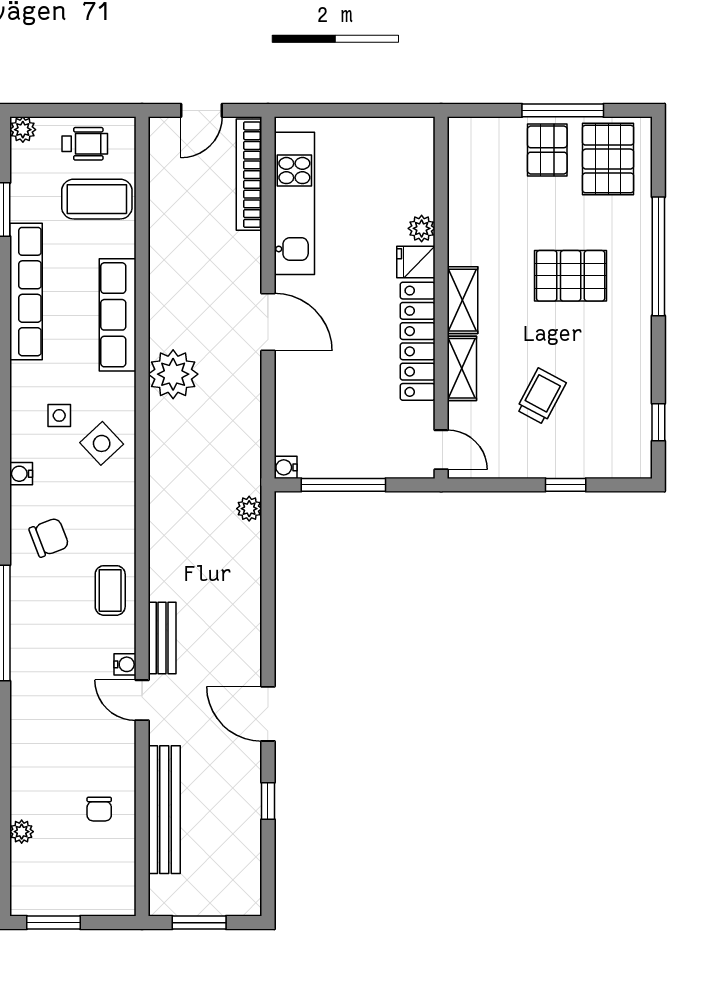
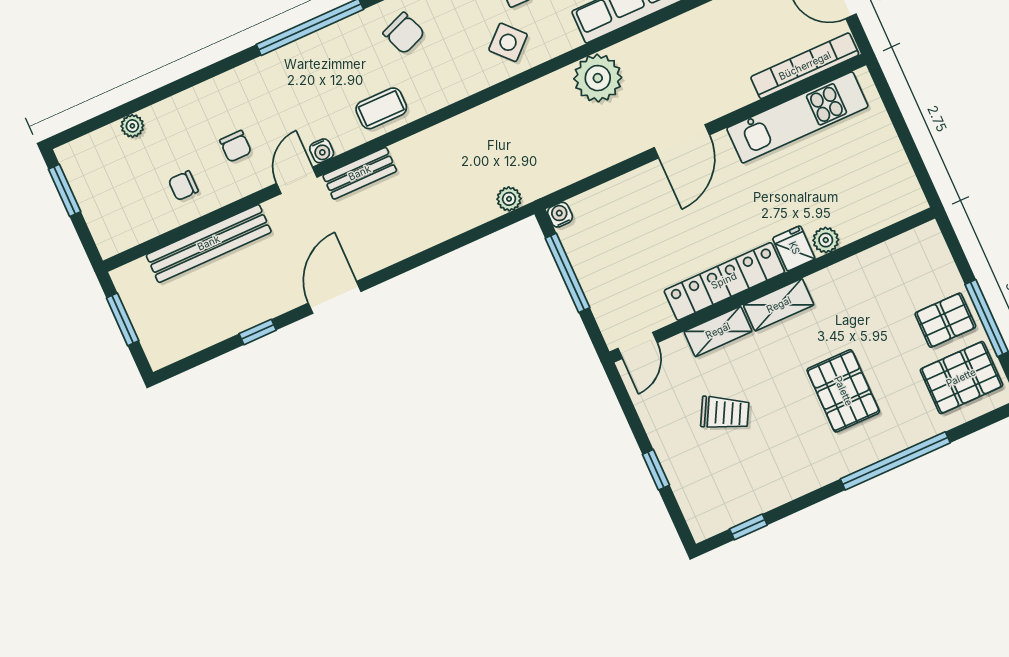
chair: (84, 743) -> (236, 146), added

